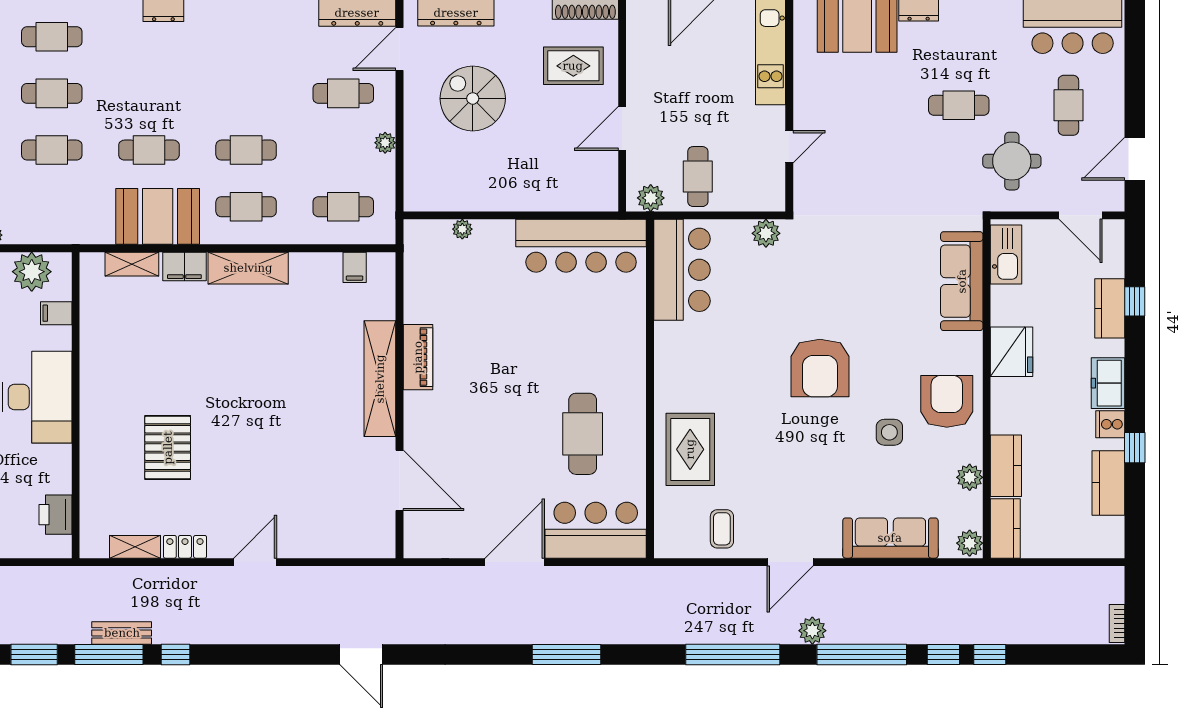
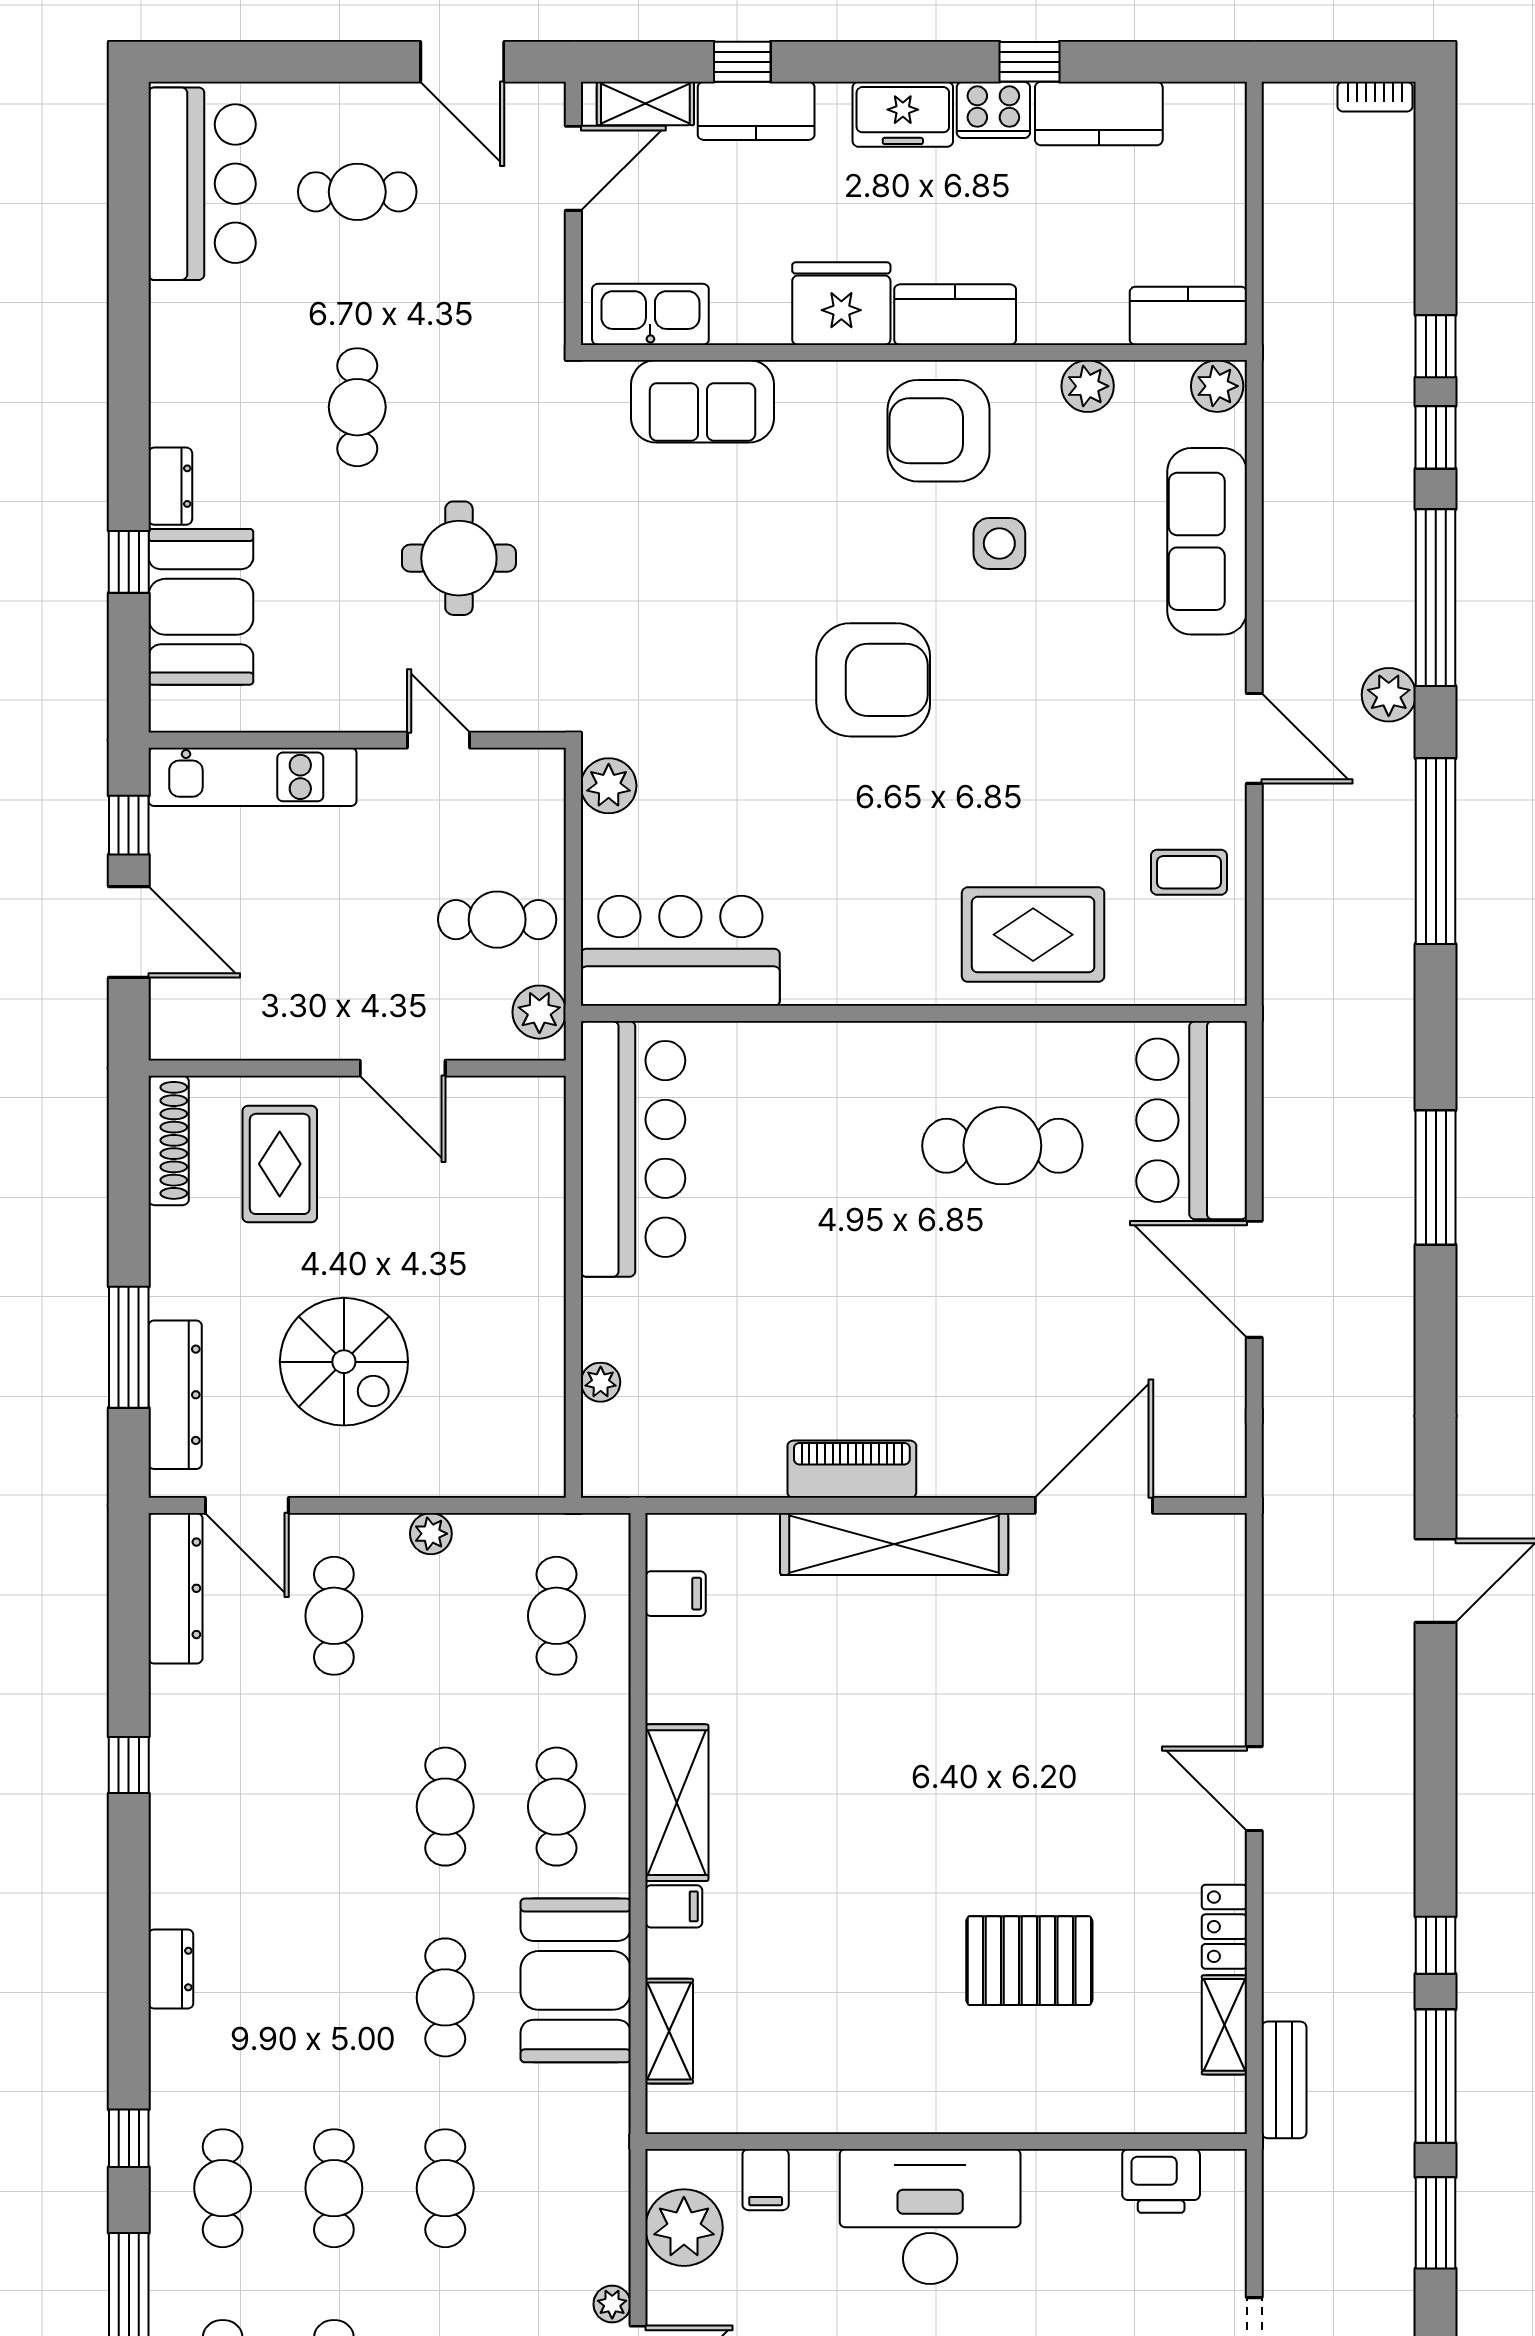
spiral stairs: (473, 98) -> (344, 1362), turned -90
round table: (1012, 161) -> (459, 558), moved
shelving: (1113, 252) -> (645, 103), added
filing cabinet: (184, 267) -> (674, 1906), width x0.50
sofa: (962, 281) -> (703, 401), width x0.73
cooker: (1110, 424) -> (993, 110), width x1.36
kitchen counter: (1006, 466) -> (955, 315), moved
bench: (122, 633) -> (1284, 2080), moved

